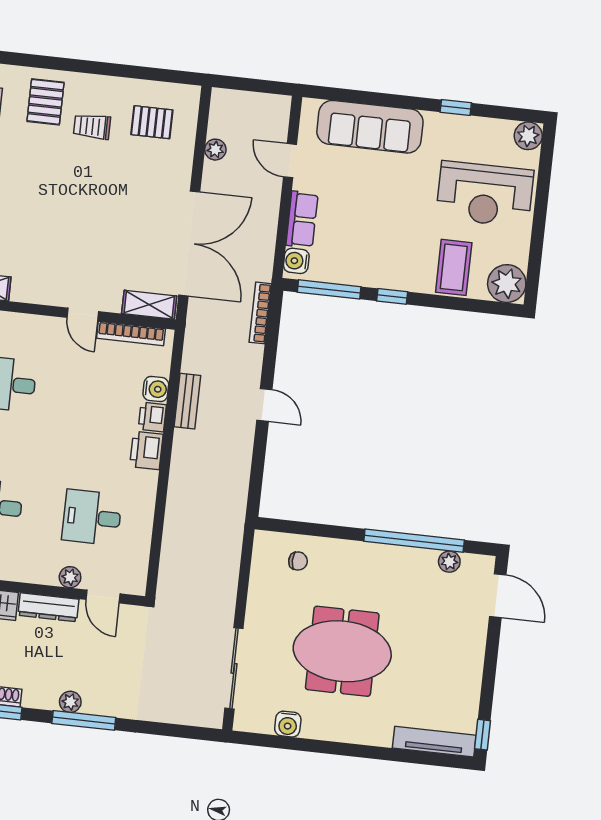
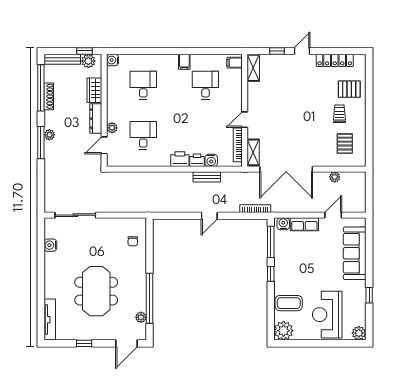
meeting table: (342, 651) -> (96, 291), moved
window: (482, 735) -> (84, 343), moved

